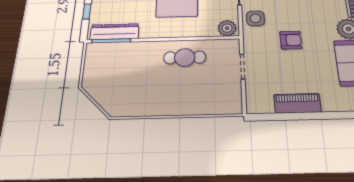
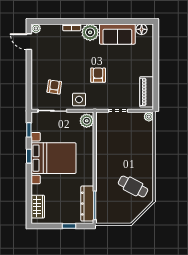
cafe table: (185, 58) -> (133, 186), moved, turned -62
piano: (297, 103) -> (147, 92), moved
plant: (236, 108) -> (149, 117), added

